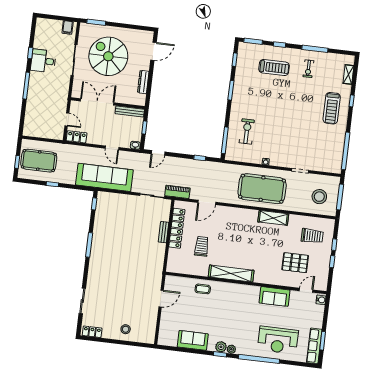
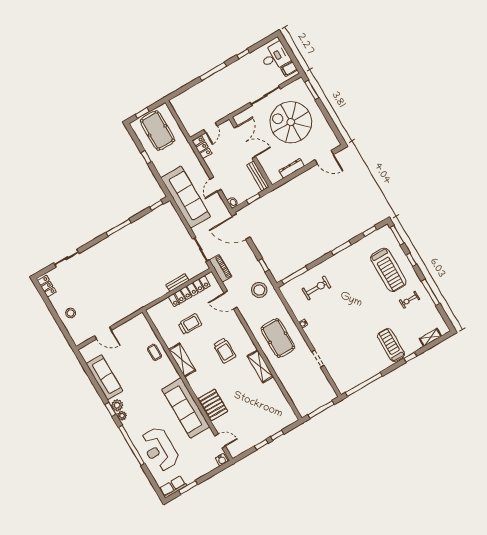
spiral stairs: (108, 56) -> (291, 122), turned -90
desk: (43, 61) -> (275, 57), moved, turned 90
treadmill: (274, 67) -> (388, 270), width x1.37, depth x1.38
treadmill: (332, 108) -> (391, 345), turned 90
door: (158, 153) -> (241, 227), width x1.87
pool table: (262, 189) -> (278, 338), width x0.73, depth x0.76
stool: (319, 197) -> (259, 290), moved
trolley: (312, 236) -> (224, 351), moved
pallet: (295, 263) -> (213, 405), moved
shelving: (231, 274) -> (182, 360), width x0.68
sofa: (274, 296) -> (186, 408), width x1.85, depth x1.27
door: (161, 299) -> (103, 333), moved
sofa: (193, 340) -> (104, 377), width x1.36
row of seats: (314, 346) -> (173, 487), width x0.68

